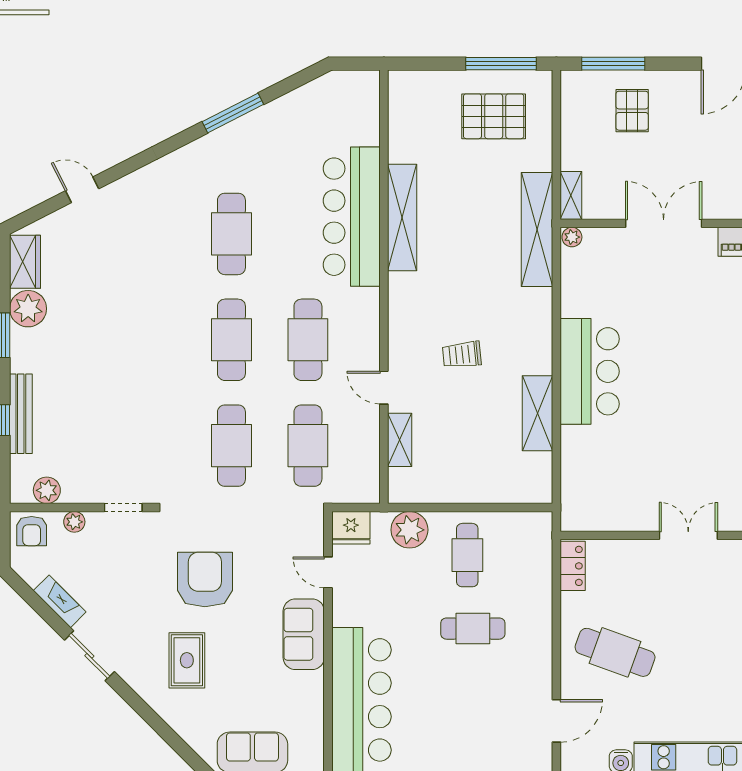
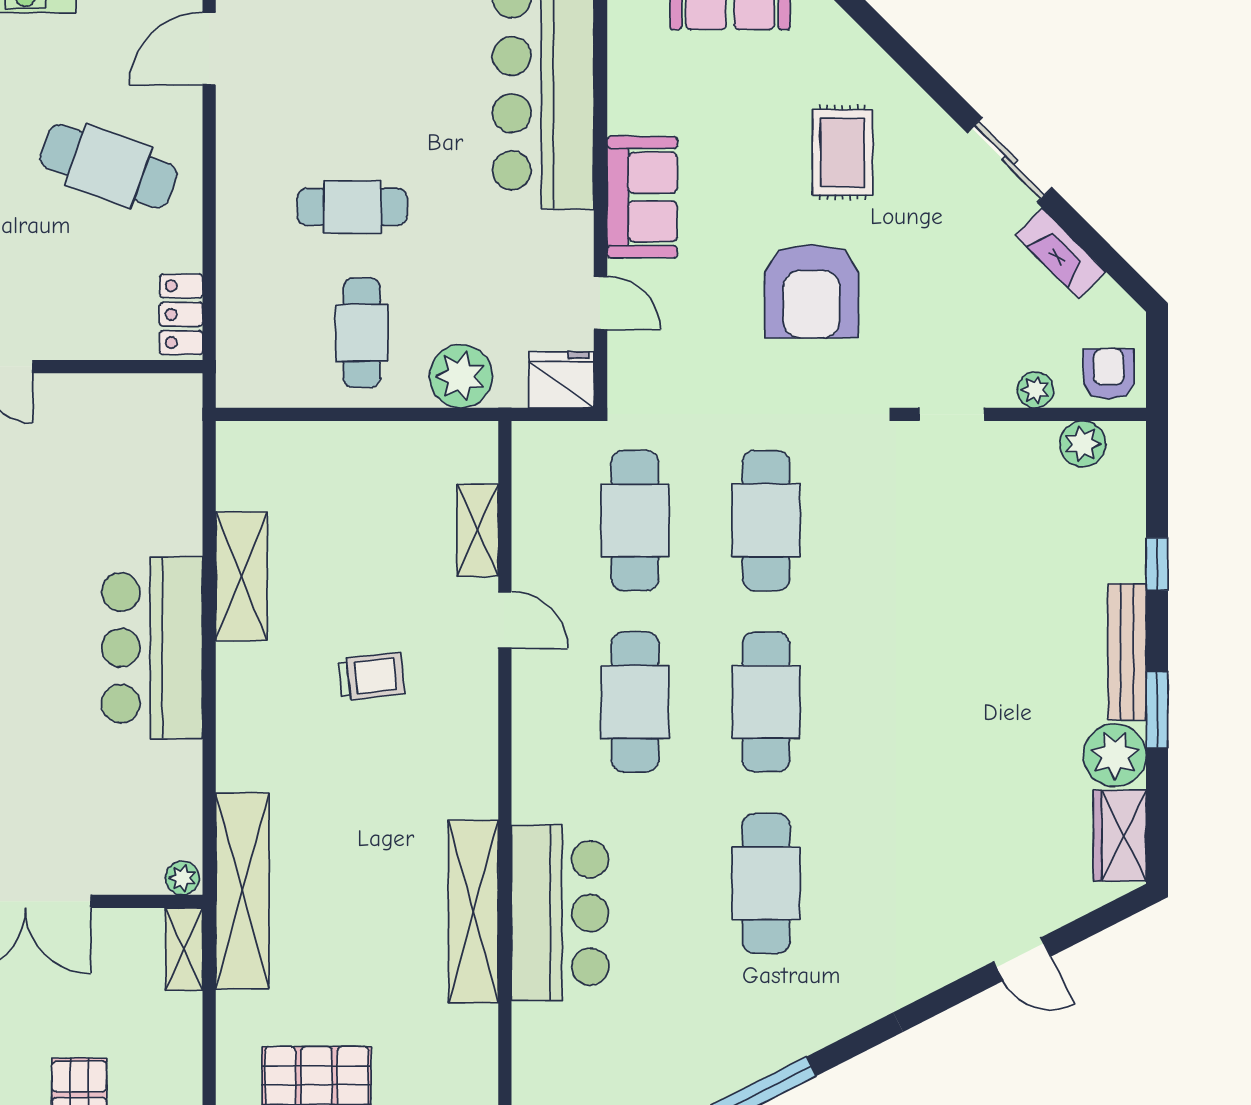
bar counter: (352, 217) -> (560, 913), width x0.73
bench: (21, 414) -> (1127, 652), moved

